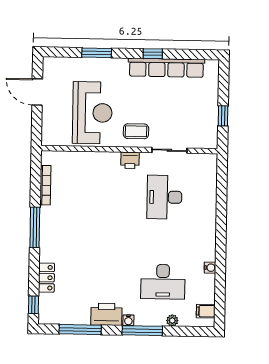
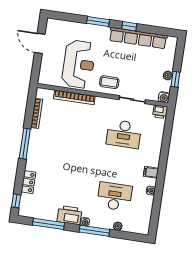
window: (97, 53) -> (98, 22), moved
plant: (212, 112) -> (168, 75), added
water cooler: (211, 142) -> (164, 97), added
bookcase: (92, 157) -> (74, 97), added
printer: (130, 160) -> (160, 112), moved
desk: (164, 197) -> (124, 134), turned -90
desk: (163, 282) -> (115, 196), turned 180
filing cabinet: (206, 311) -> (151, 172), moved

